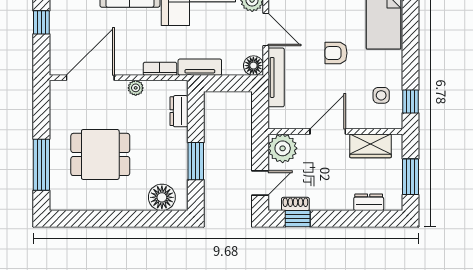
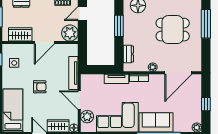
floor lamp: (253, 66) -> (86, 80), removed

